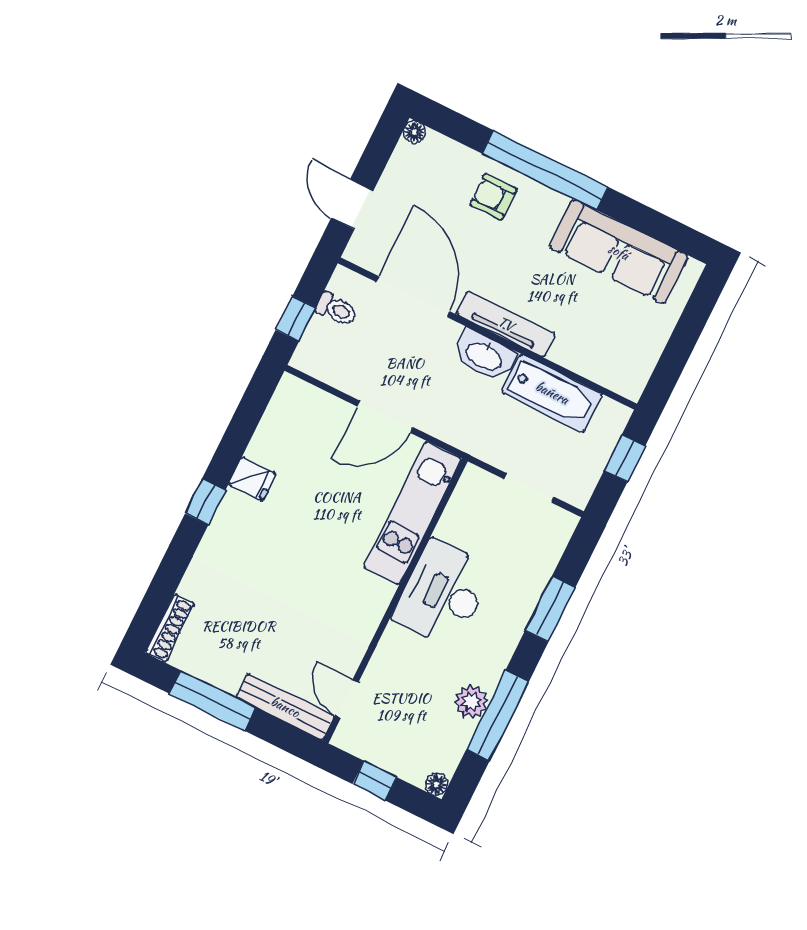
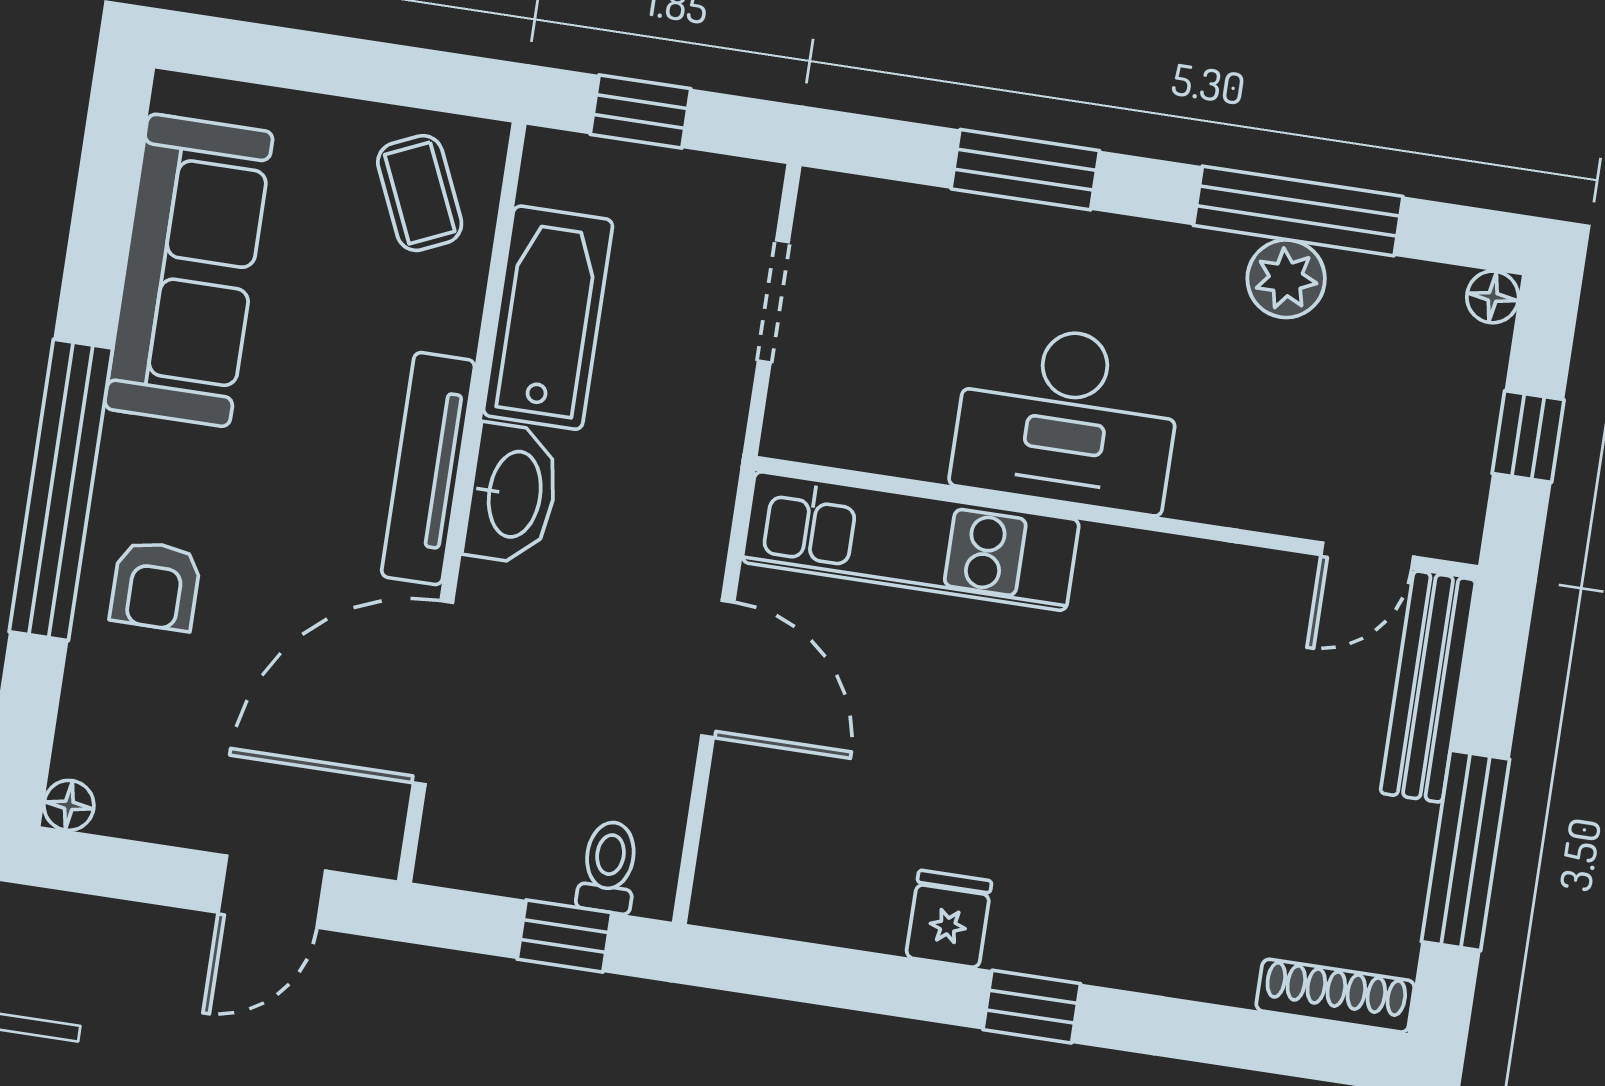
toilet: (336, 309) -> (609, 867), moved
coffee table: (620, 357) -> (420, 193), added

